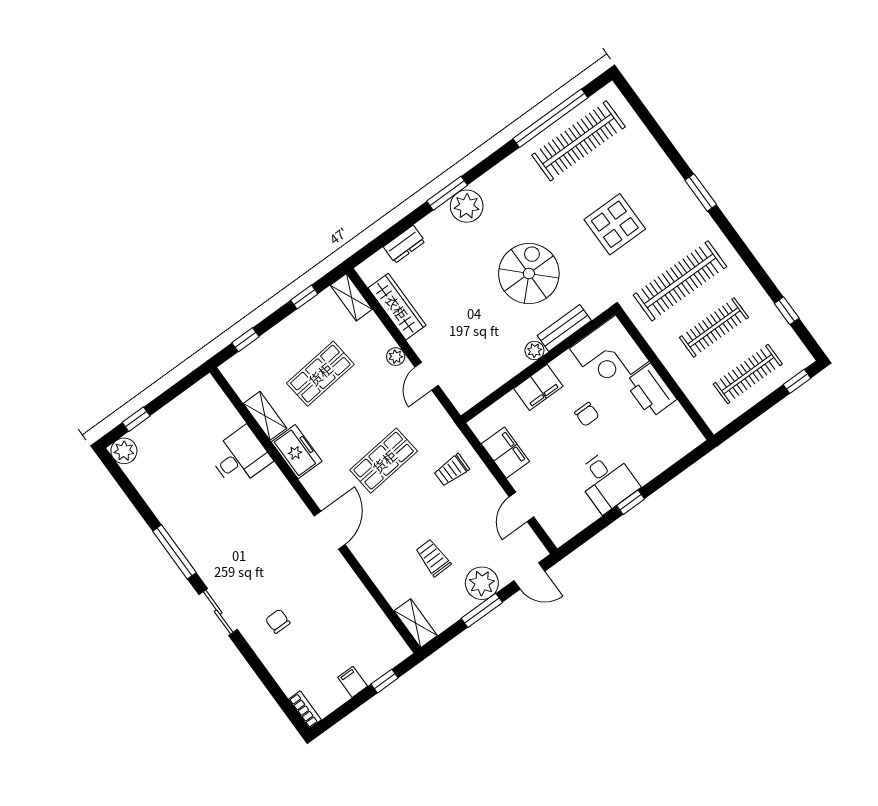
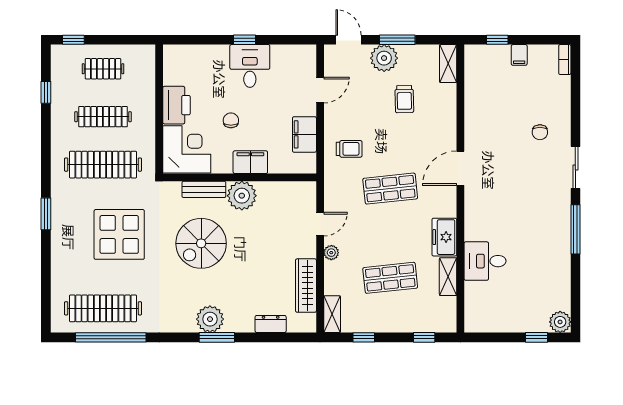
display table: (615, 224) -> (119, 234), width x1.36, depth x1.36
plant: (534, 351) -> (242, 196), width x1.87, depth x1.87
clothes rail: (748, 374) -> (103, 69), width x0.73

